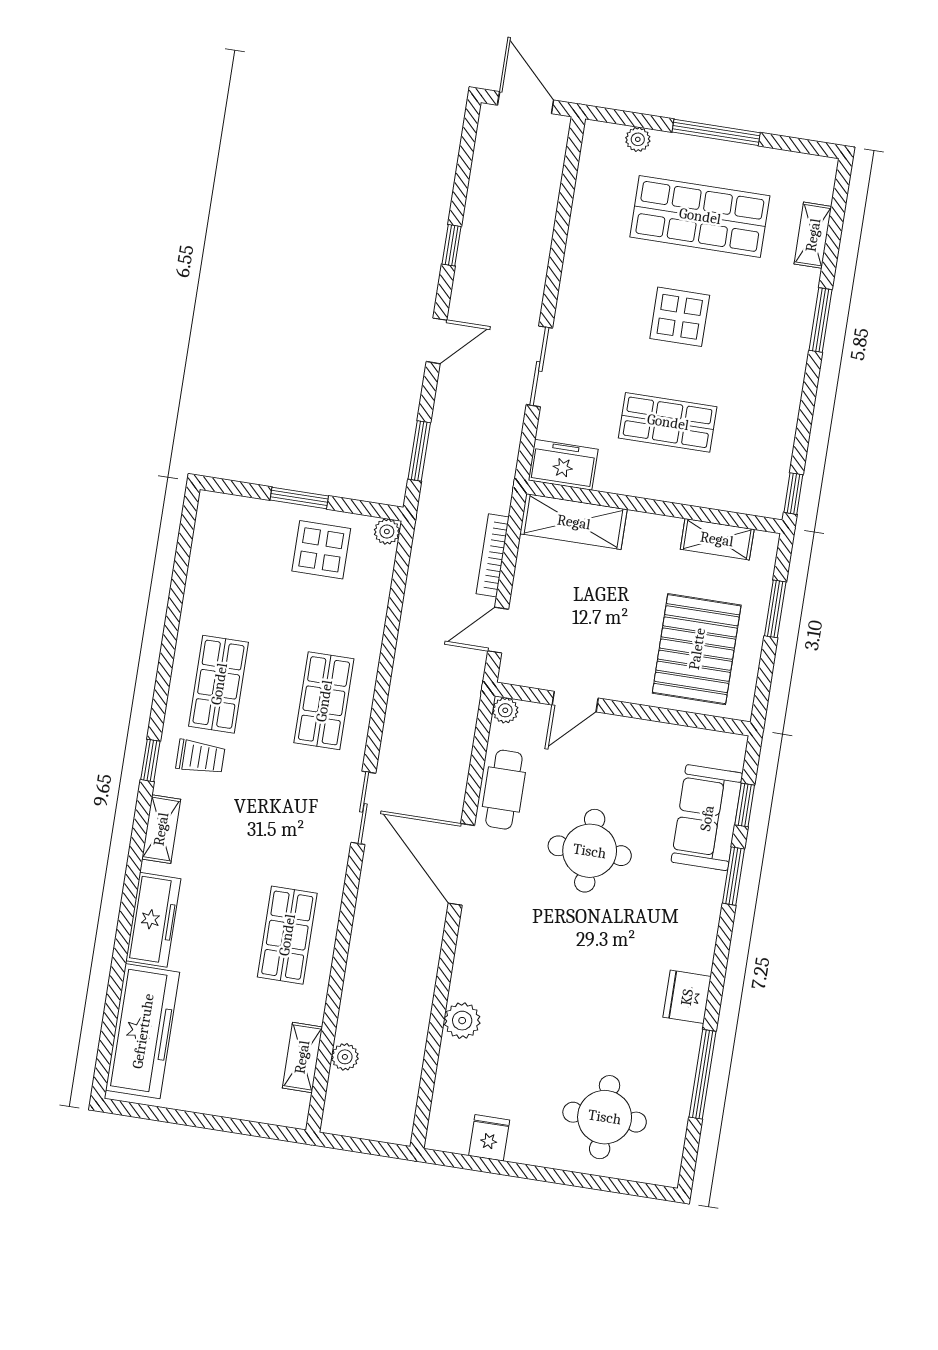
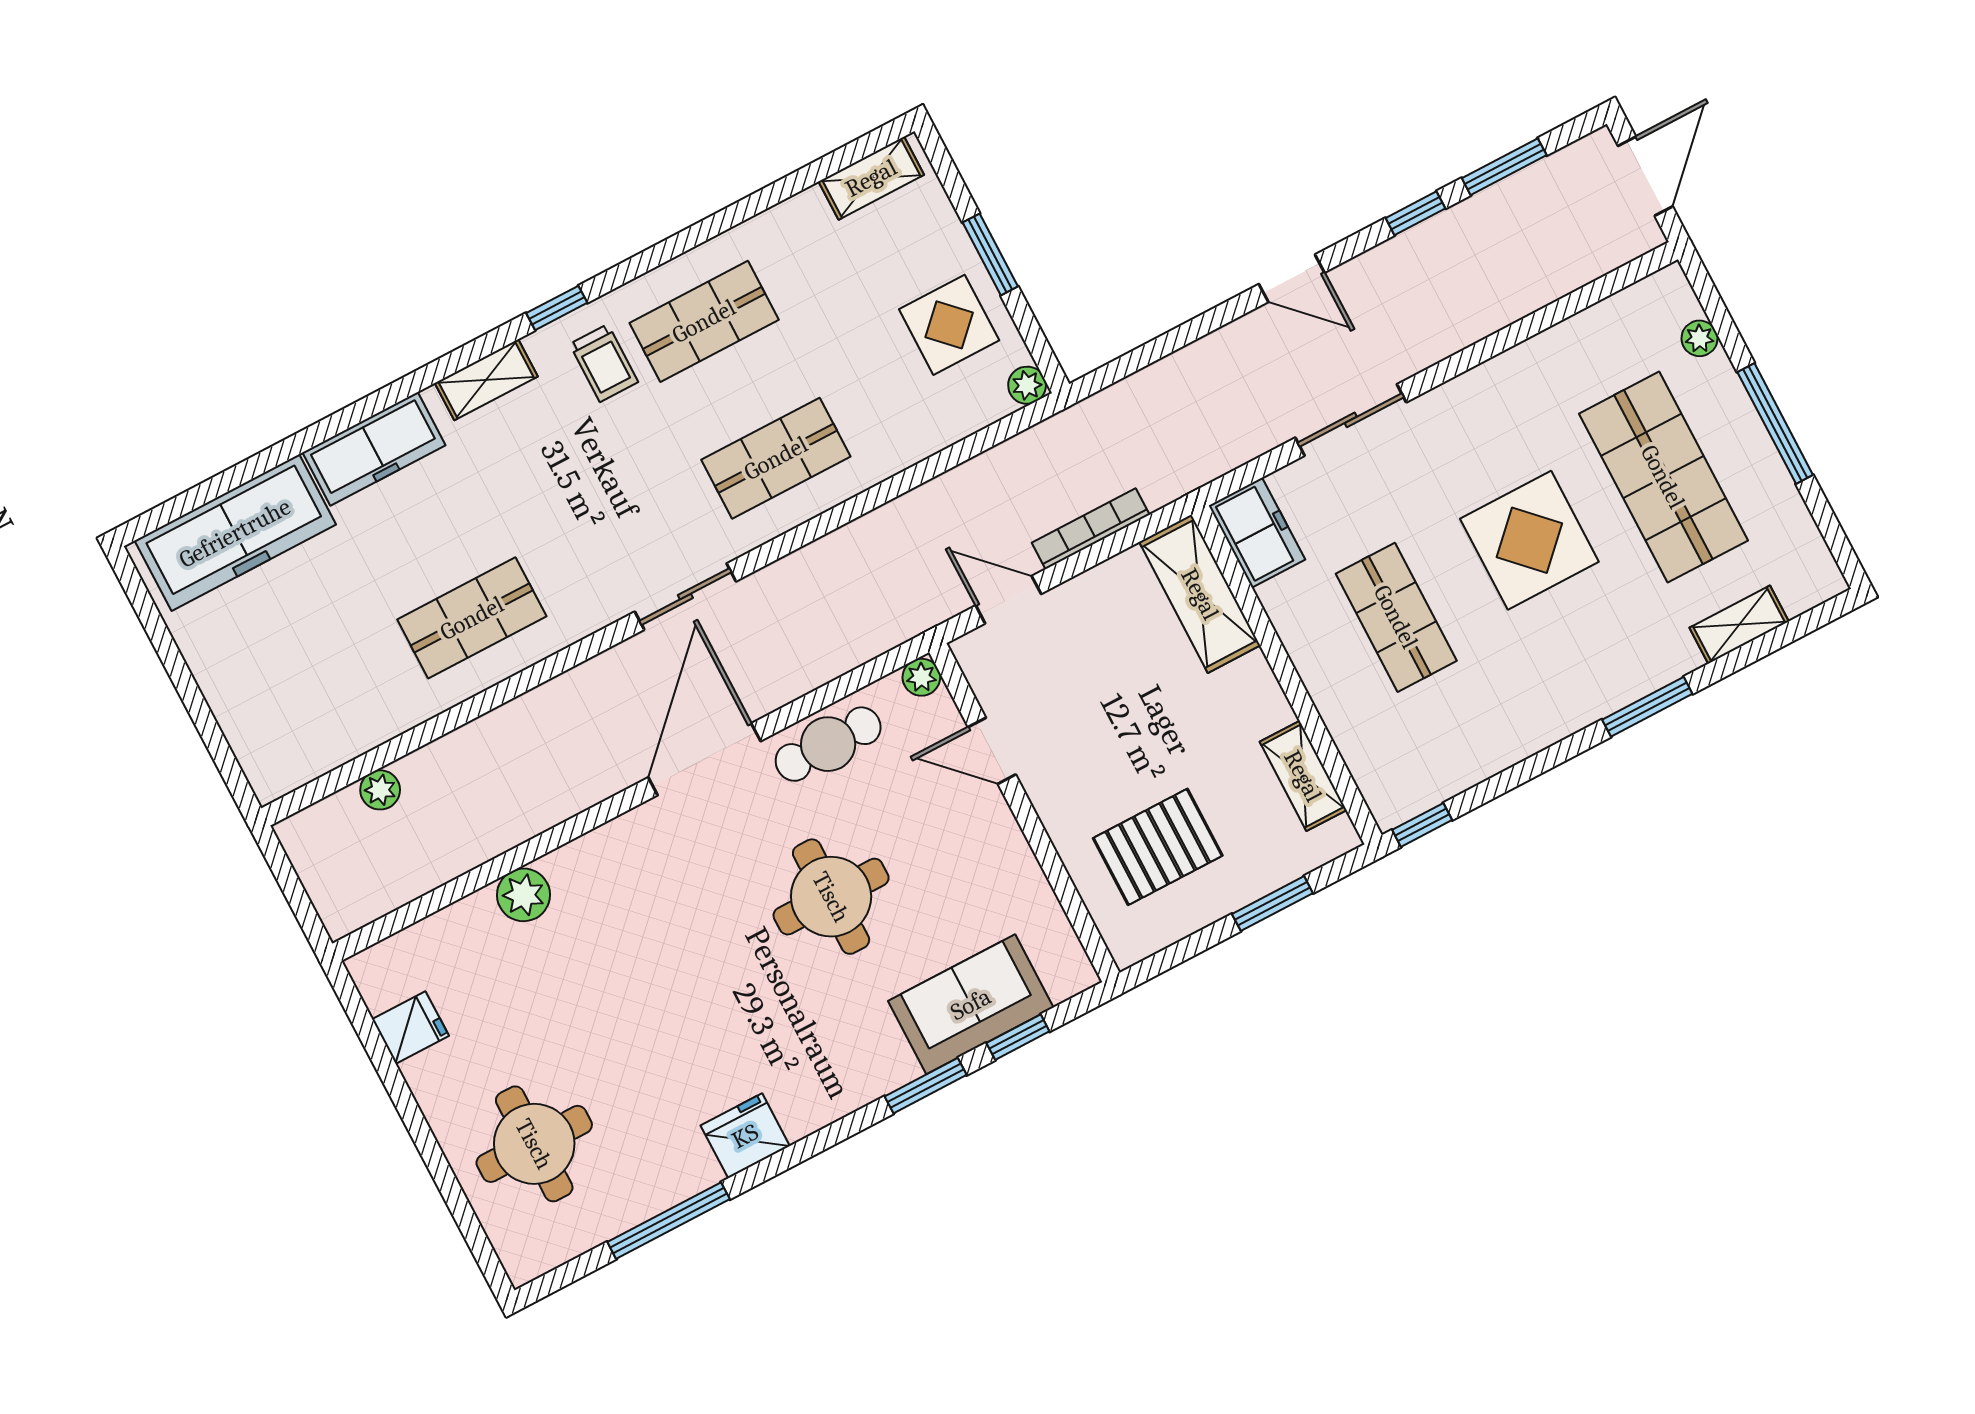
display table: (680, 317) -> (1529, 540), width x1.36, depth x1.36
window: (419, 451) -> (1504, 167), moved
pallet: (697, 649) -> (1158, 847), width x0.73, depth x0.71
shelving: (302, 1057) -> (871, 178), moved

